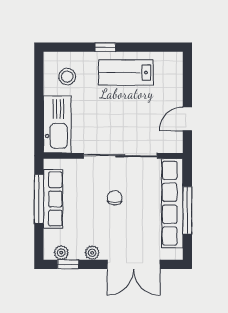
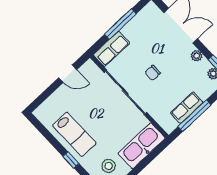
row of seats: (53, 199) -> (187, 108), width x0.68
row of seats: (172, 203) -> (111, 49), width x0.50

